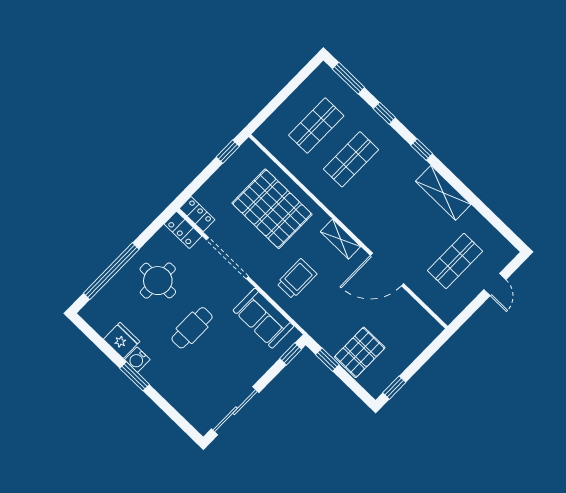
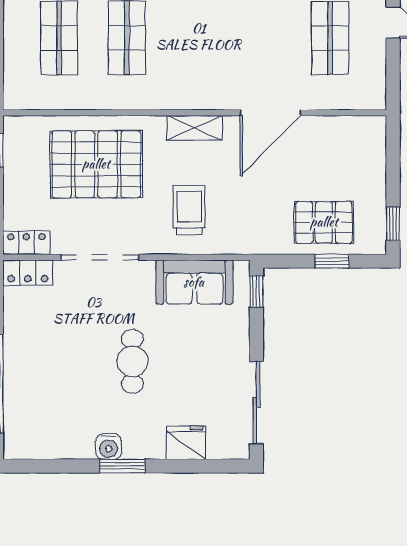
round table: (158, 281) -> (52, 348), removed
fridge: (122, 340) -> (186, 443), moved
pallet: (360, 352) -> (324, 222), turned 90
window: (327, 360) -> (332, 261), moved

